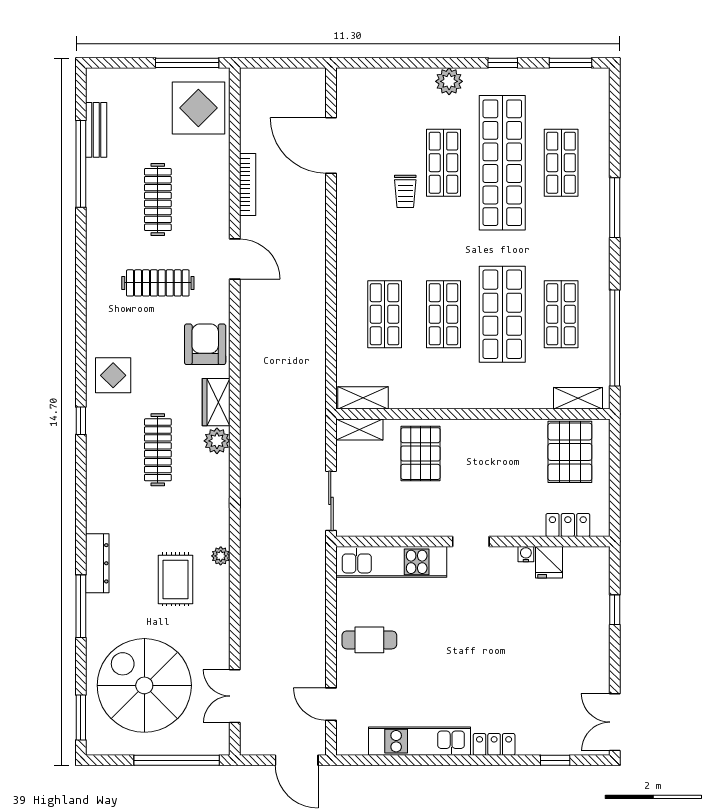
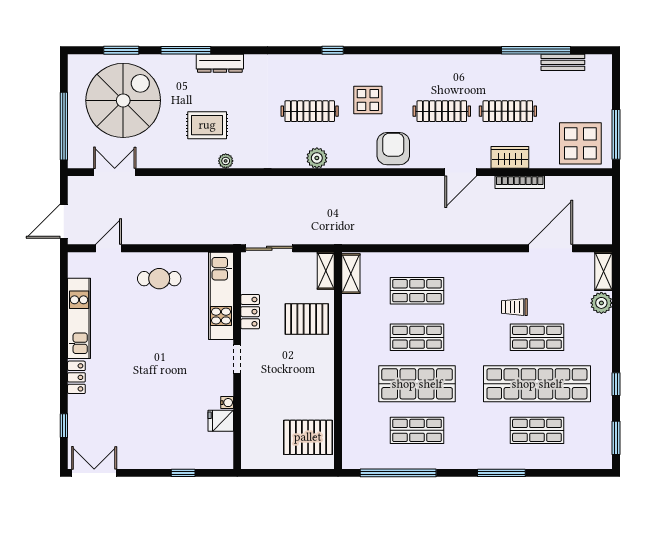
plant: (449, 81) -> (601, 303), moved
clothes rail: (158, 283) -> (442, 111), turned 90
armchair: (205, 344) -> (393, 149), turned -90
display table: (113, 375) -> (368, 100), moved
shelving: (578, 398) -> (603, 271), moved
wardrobe: (216, 402) -> (510, 157), moved
locker: (568, 525) -> (250, 312), moved
cafe table: (369, 640) -> (159, 279), turned 90
window: (81, 718) -> (121, 50), moved

